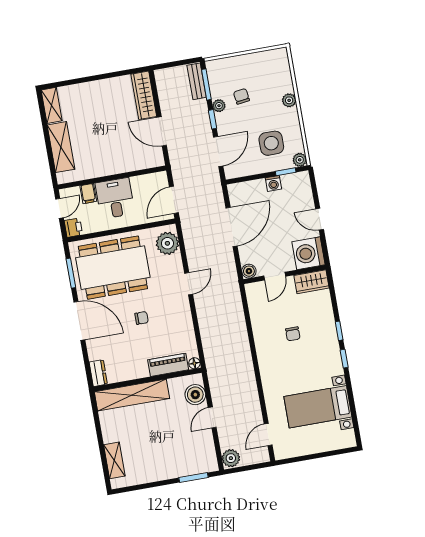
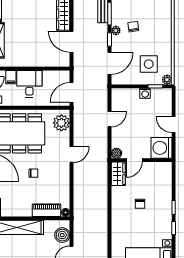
plant: (289, 100) -> (167, 36), removed
door: (232, 227) -> (110, 119), width x0.53
wardrobe: (312, 282) -> (118, 174), moved, turned -90

